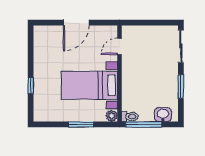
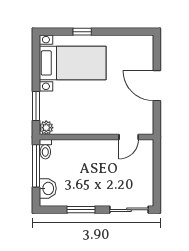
door: (120, 46) -> (129, 137), swing flipped
bed with nightstands: (89, 85) -> (73, 63), moved, turned 90
window: (81, 124) -> (36, 106), moved

